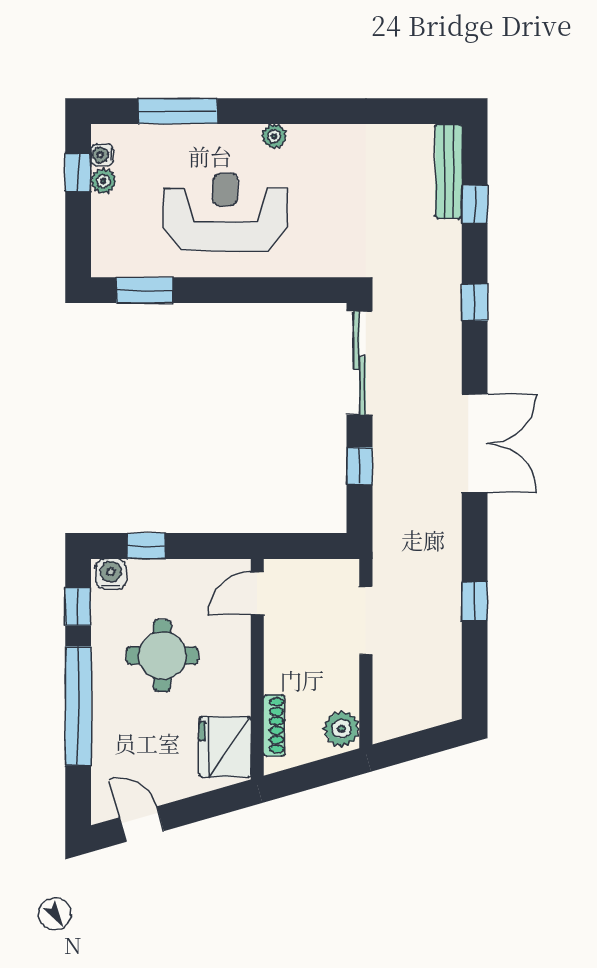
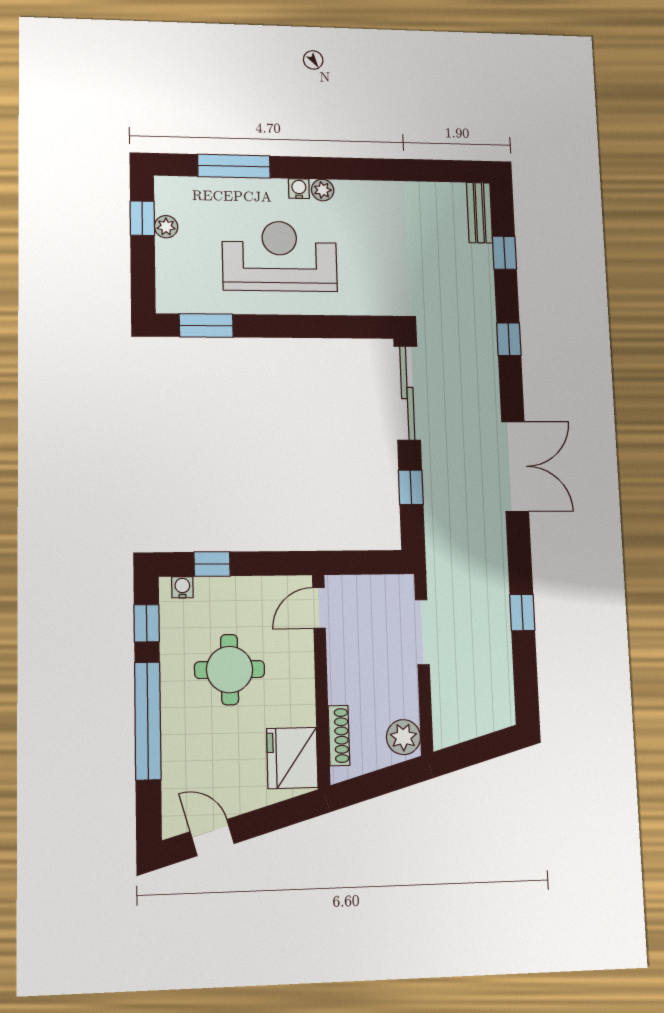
water cooler: (102, 155) -> (299, 189), moved, turned 90
bench: (449, 171) -> (480, 213), width x0.73
water cooler: (111, 574) -> (182, 587), width x0.72, depth x0.72

